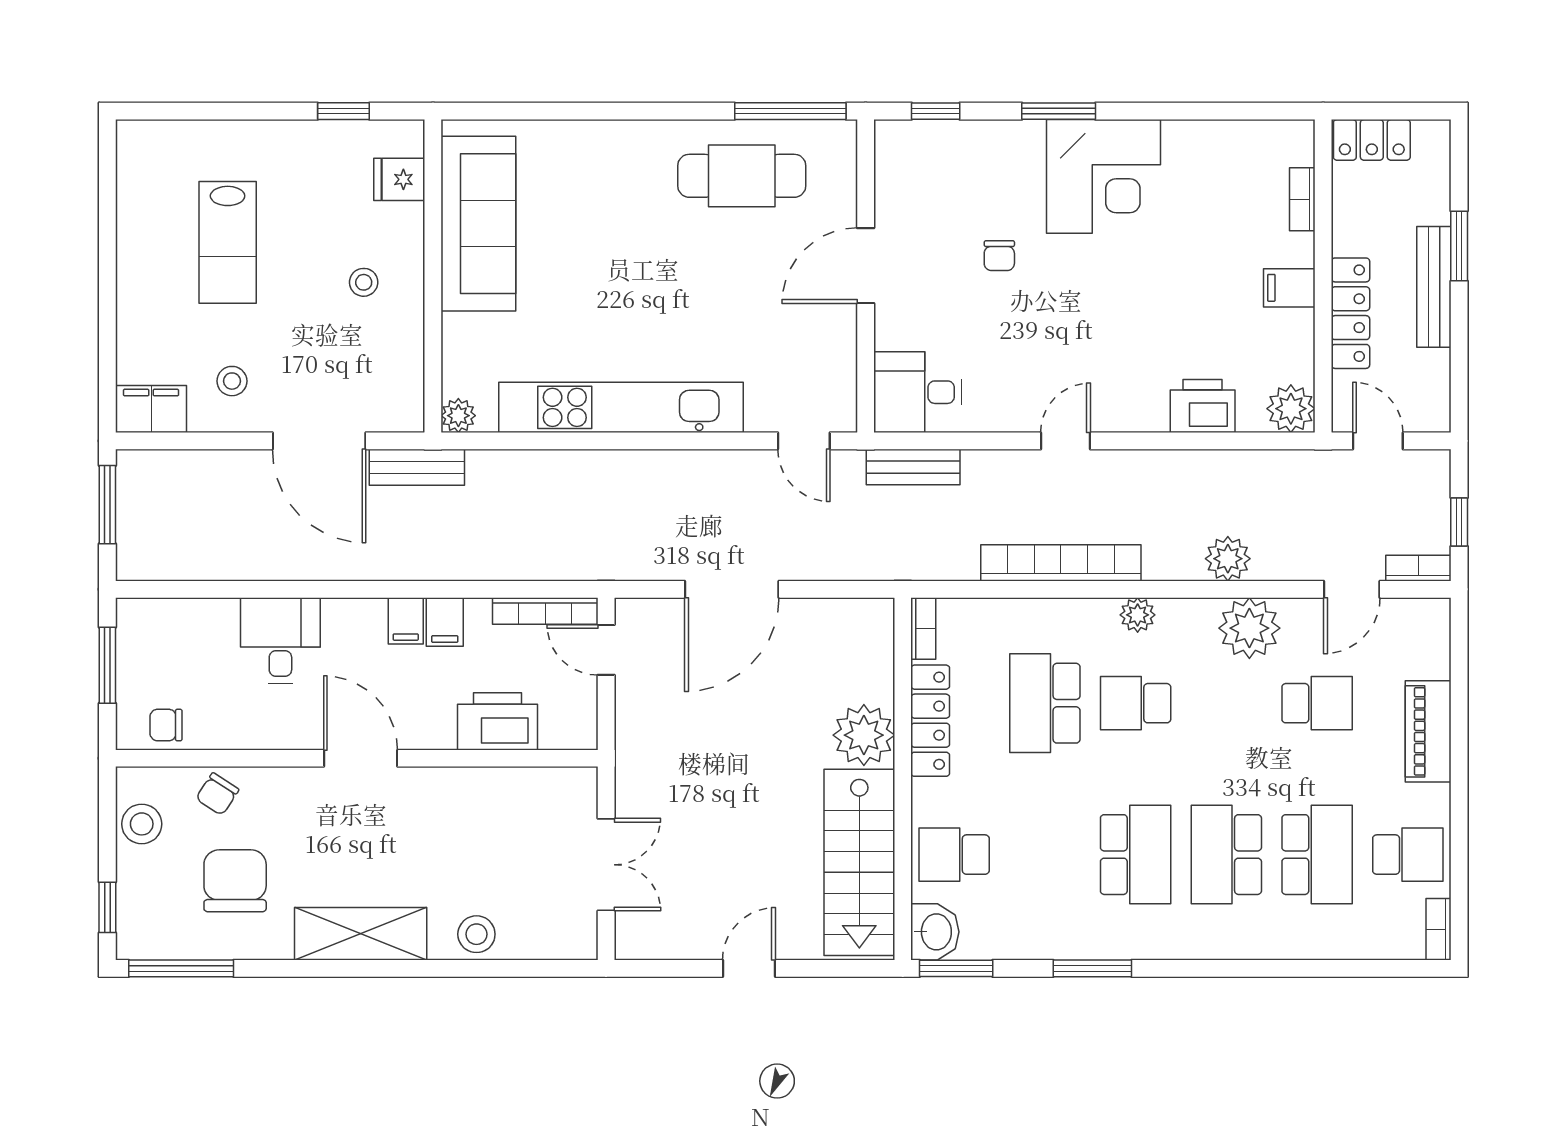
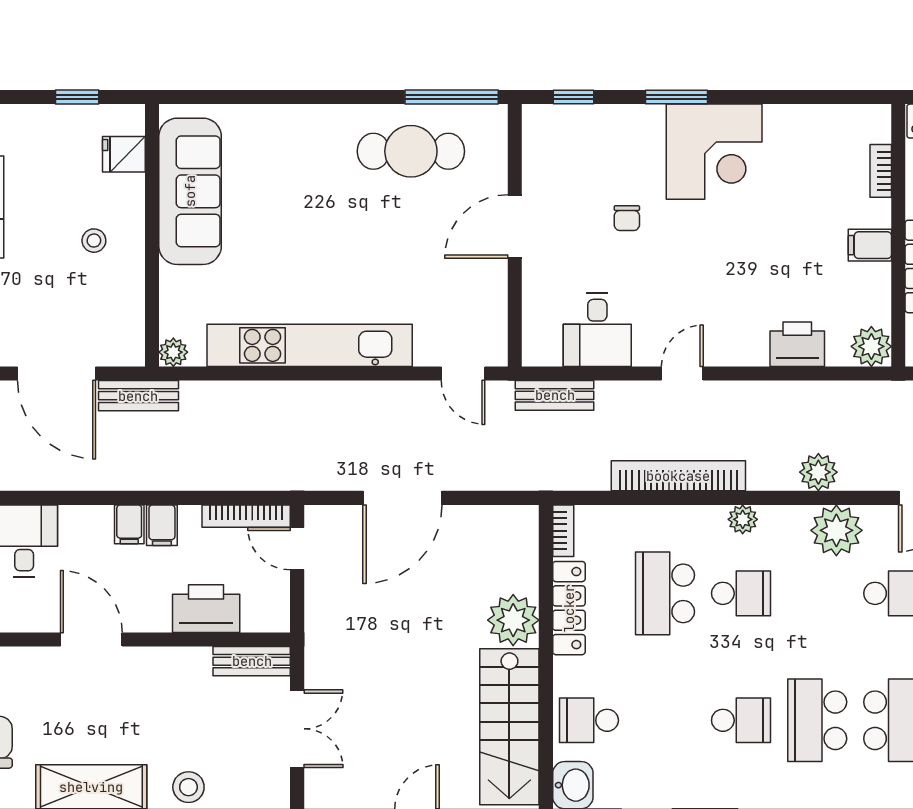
desk: (918, 392) -> (597, 330), moved, turned -90
school desk: (1136, 703) -> (741, 593), turned 180
bench: (552, 784) -> (252, 661), added
school desk: (1136, 855) -> (741, 720), width x0.54

